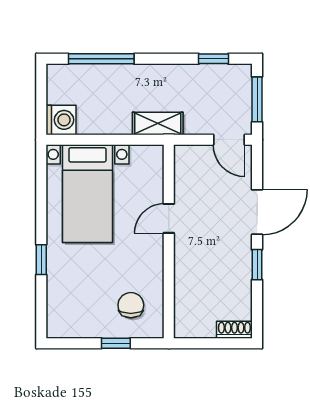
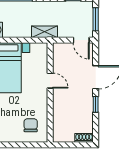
door: (169, 218) -> (50, 81), swing flipped
window: (116, 343) -> (23, 145), removed

